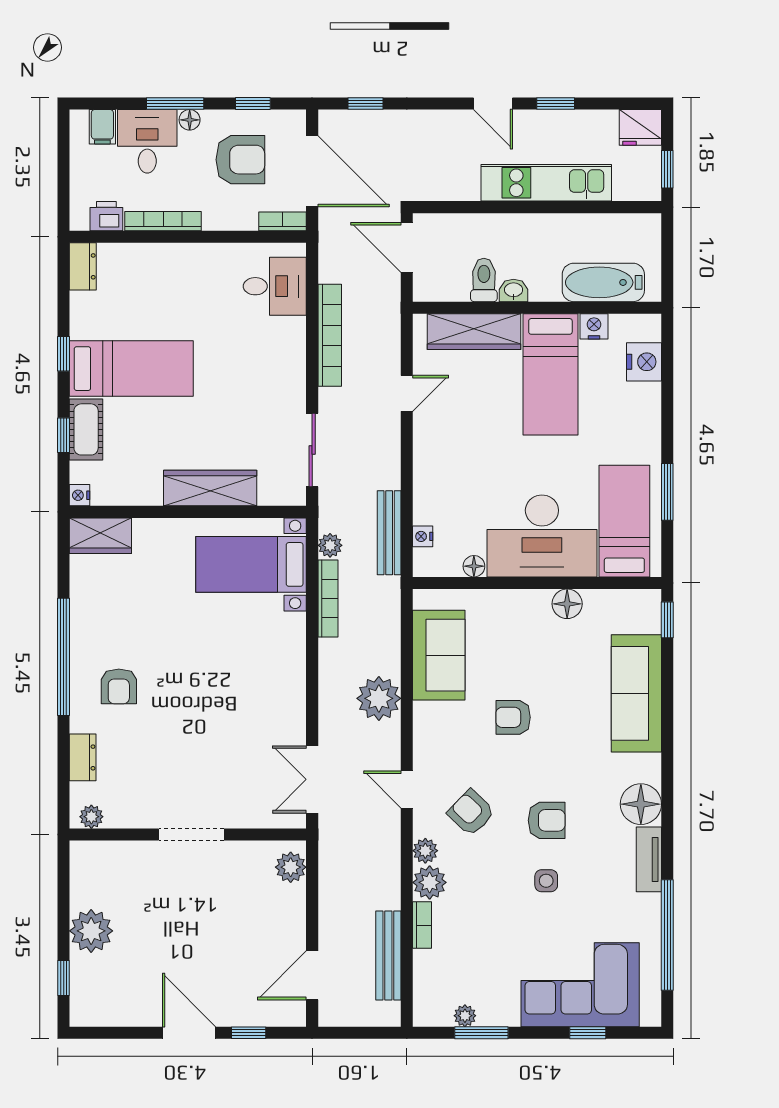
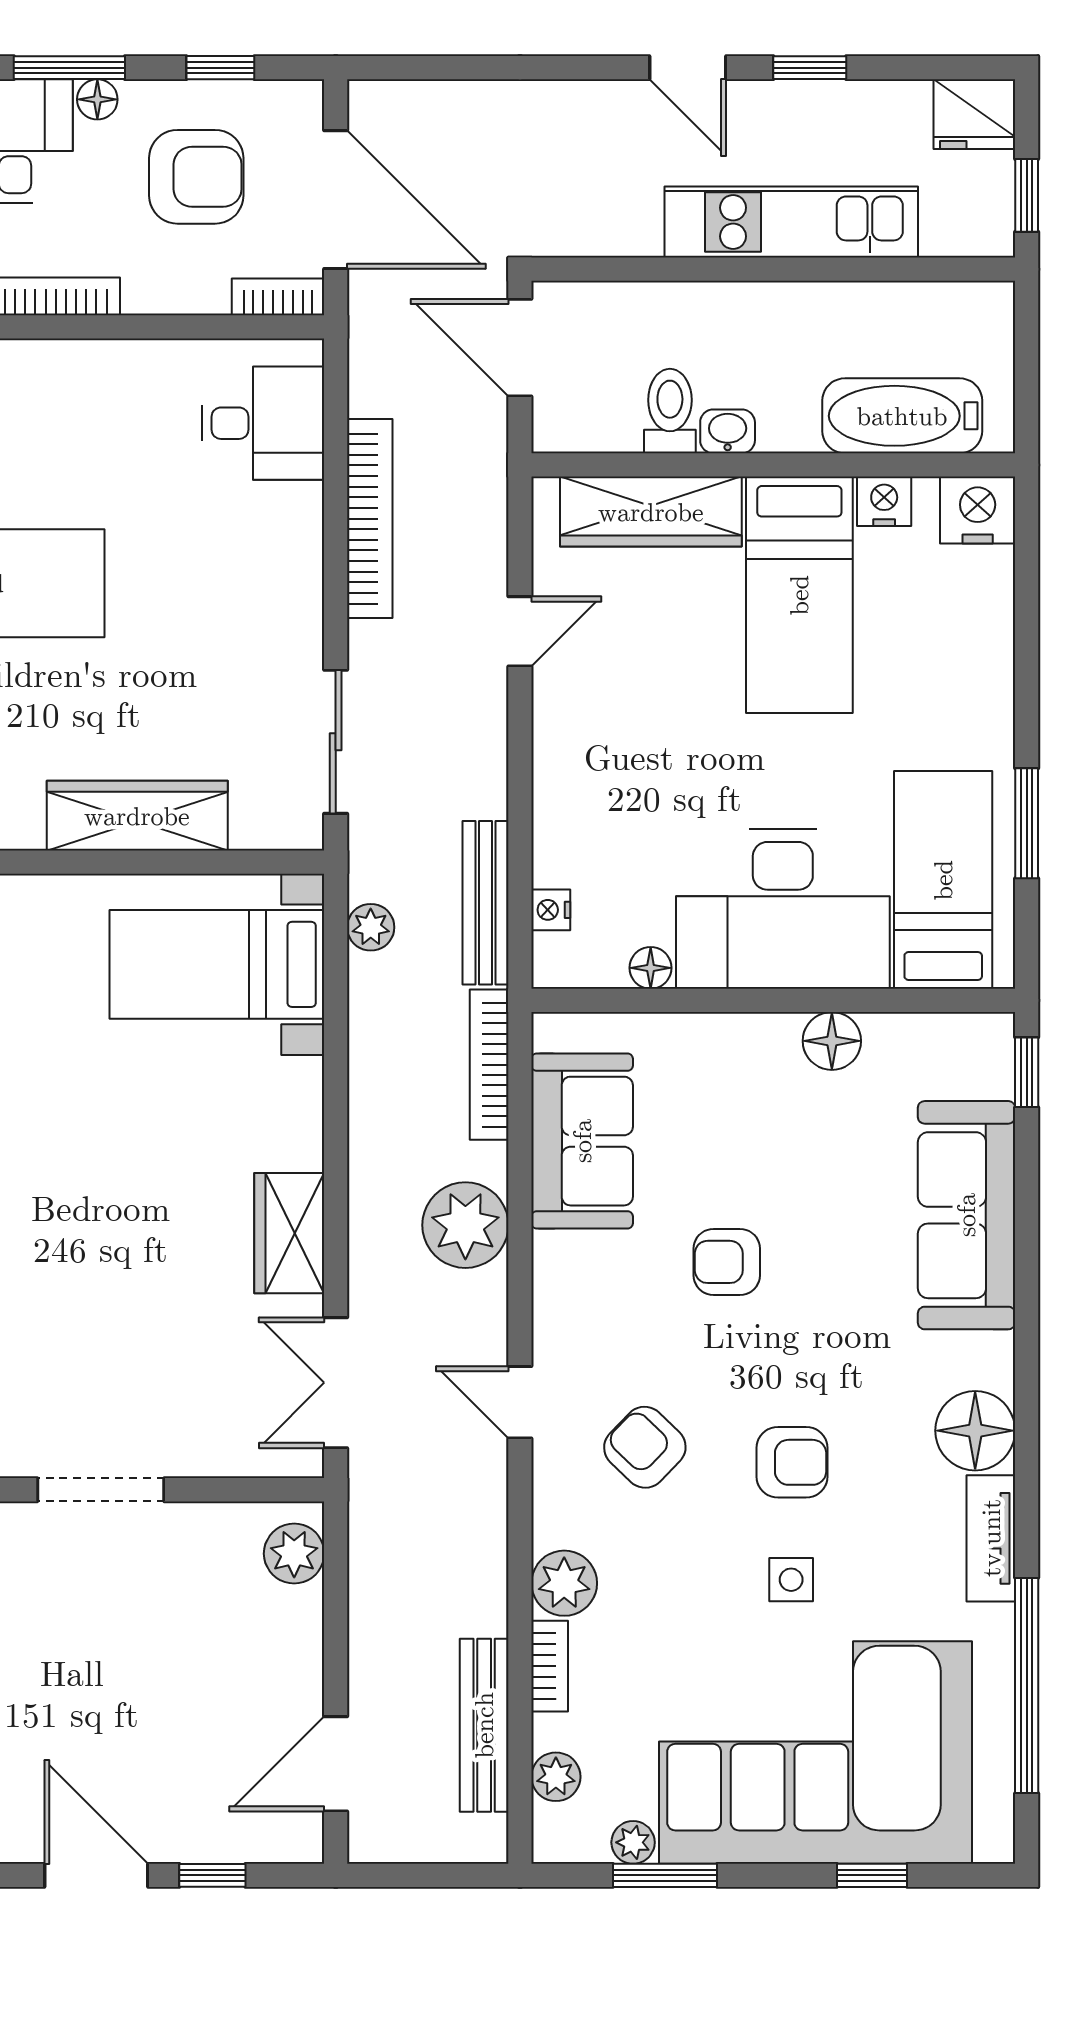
window: (366, 104) -> (440, 68), removed
nightstand: (644, 362) -> (978, 510), moved, turned -90
bookcase: (328, 599) -> (489, 1065), moved, turned 180
wardrobe: (288, 703) -> (289, 1233), added
plant: (425, 851) -> (556, 1777), moved
corner sofa: (580, 985) -> (816, 1753), width x1.36, depth x1.36

